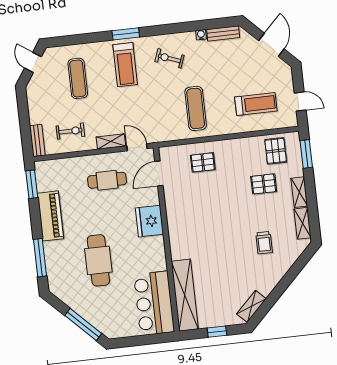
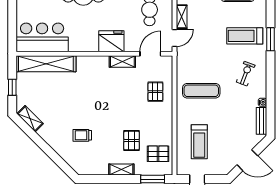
door: (159, 173) -> (150, 54), hinge flipped
shelving: (303, 223) -> (122, 61), moved

